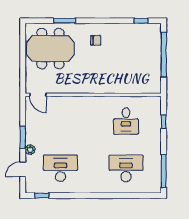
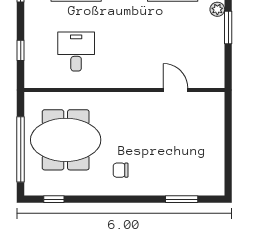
window: (64, 21) -> (182, 199), moved
meeting table: (50, 49) -> (66, 140), moved
door: (38, 95) -> (176, 90), moved

